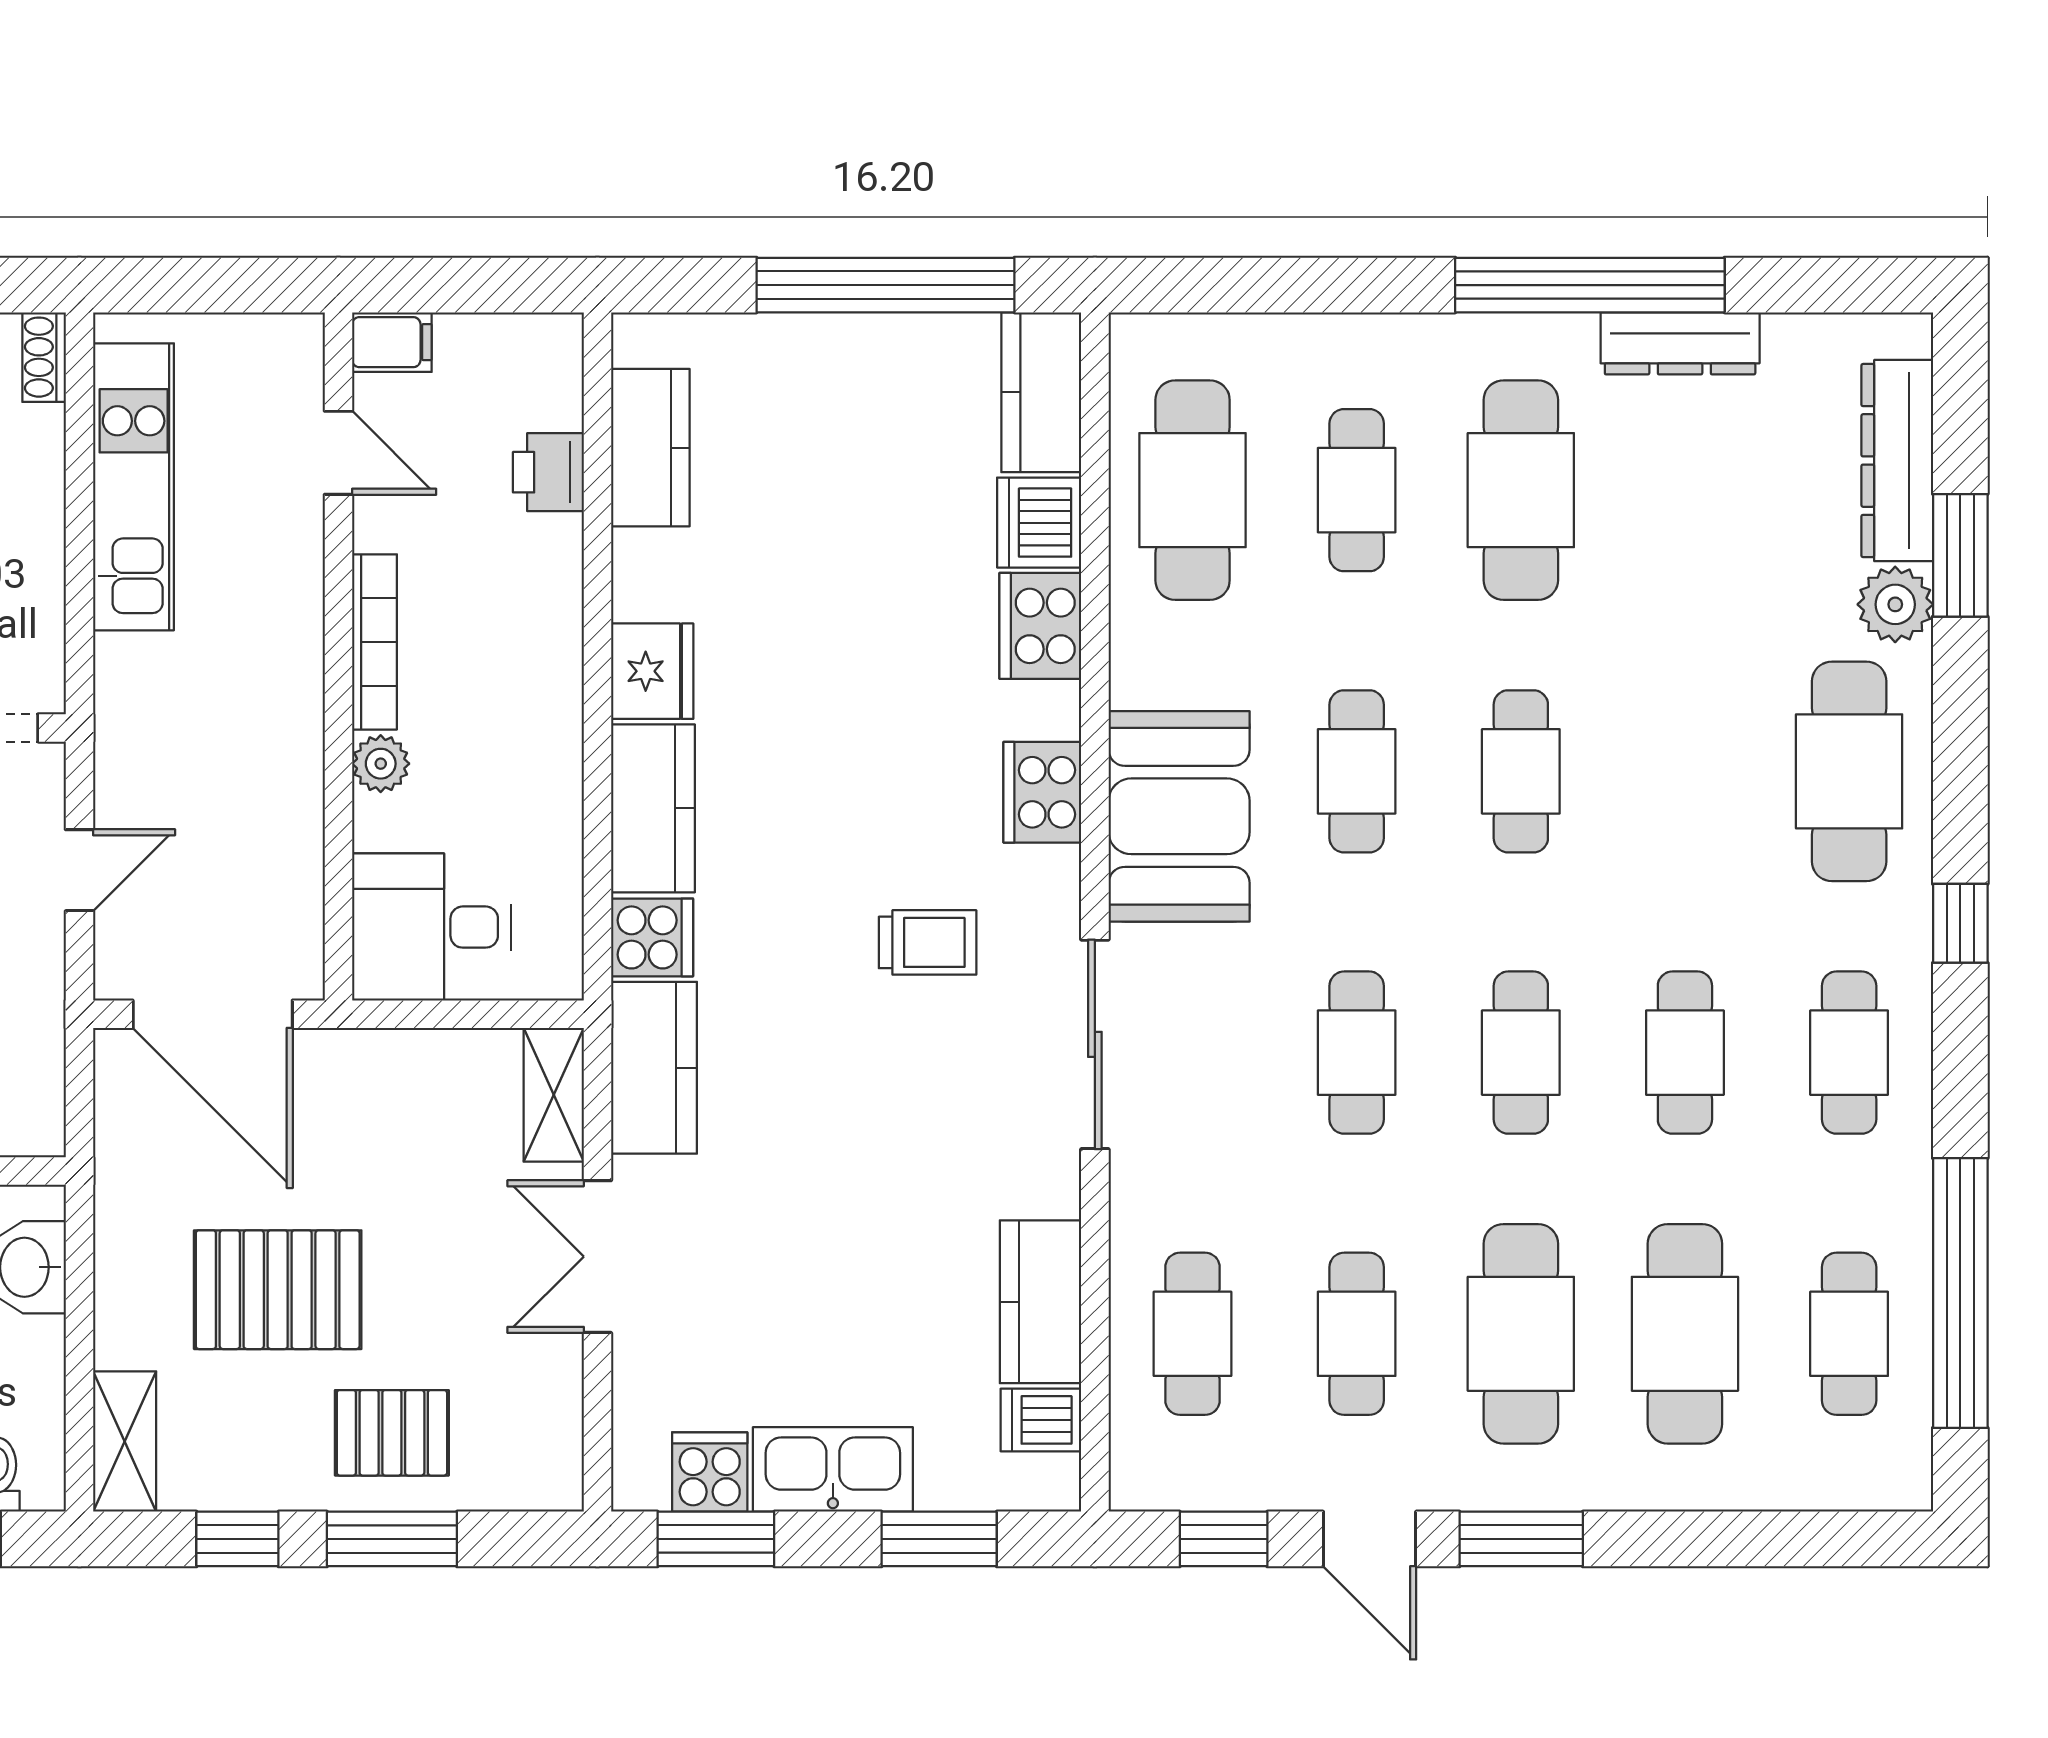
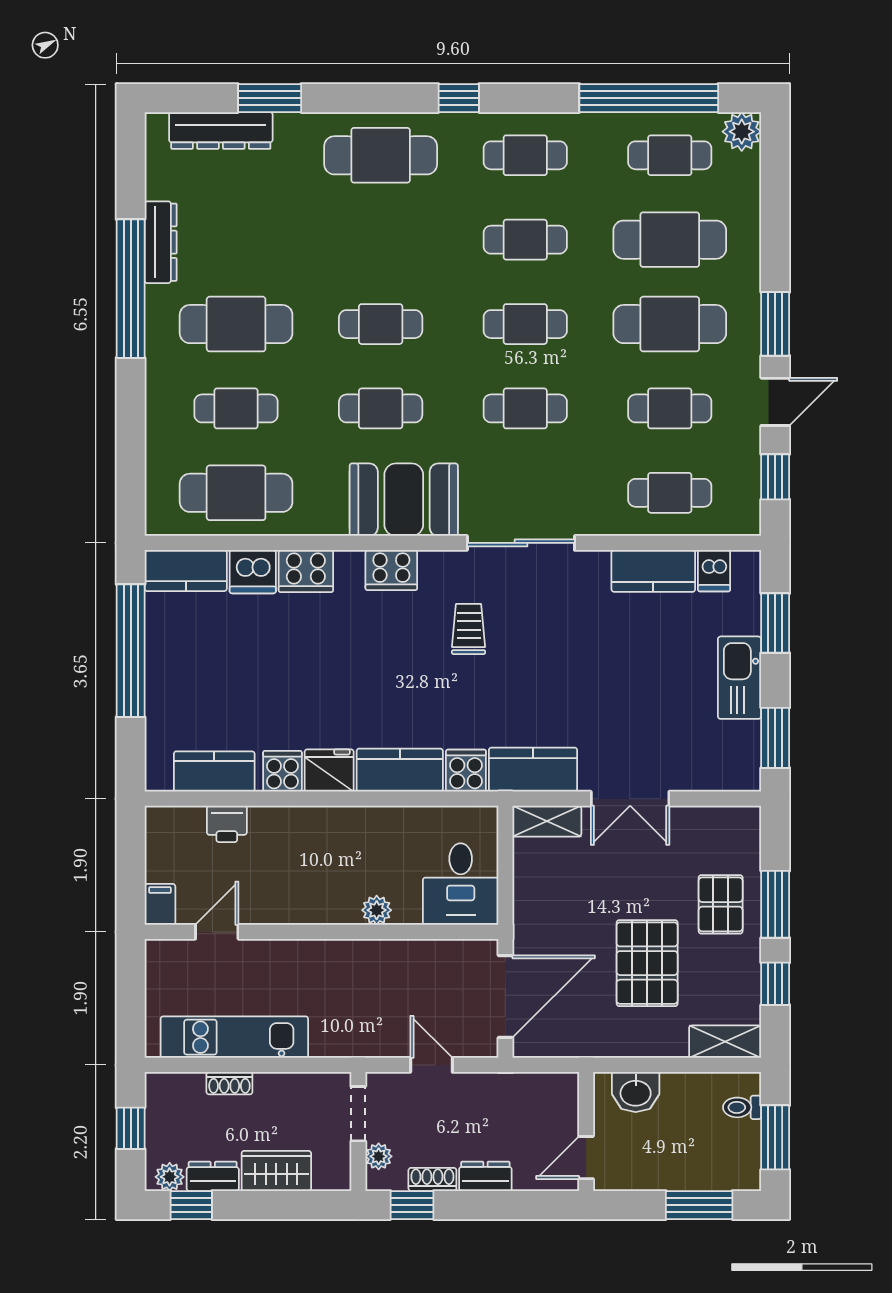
shoe rack: (44, 357) -> (229, 1083), moved
plant: (1895, 604) -> (742, 132), moved
bookcase: (374, 642) -> (314, 913), removed
cooker: (710, 1472) -> (282, 771), moved, turned 90

